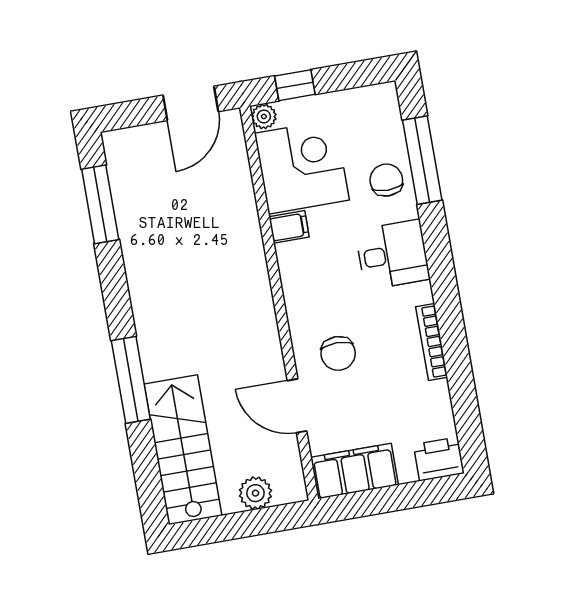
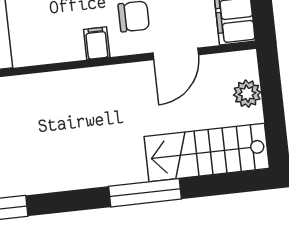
filing cabinet: (289, 227) -> (97, 43), moved

